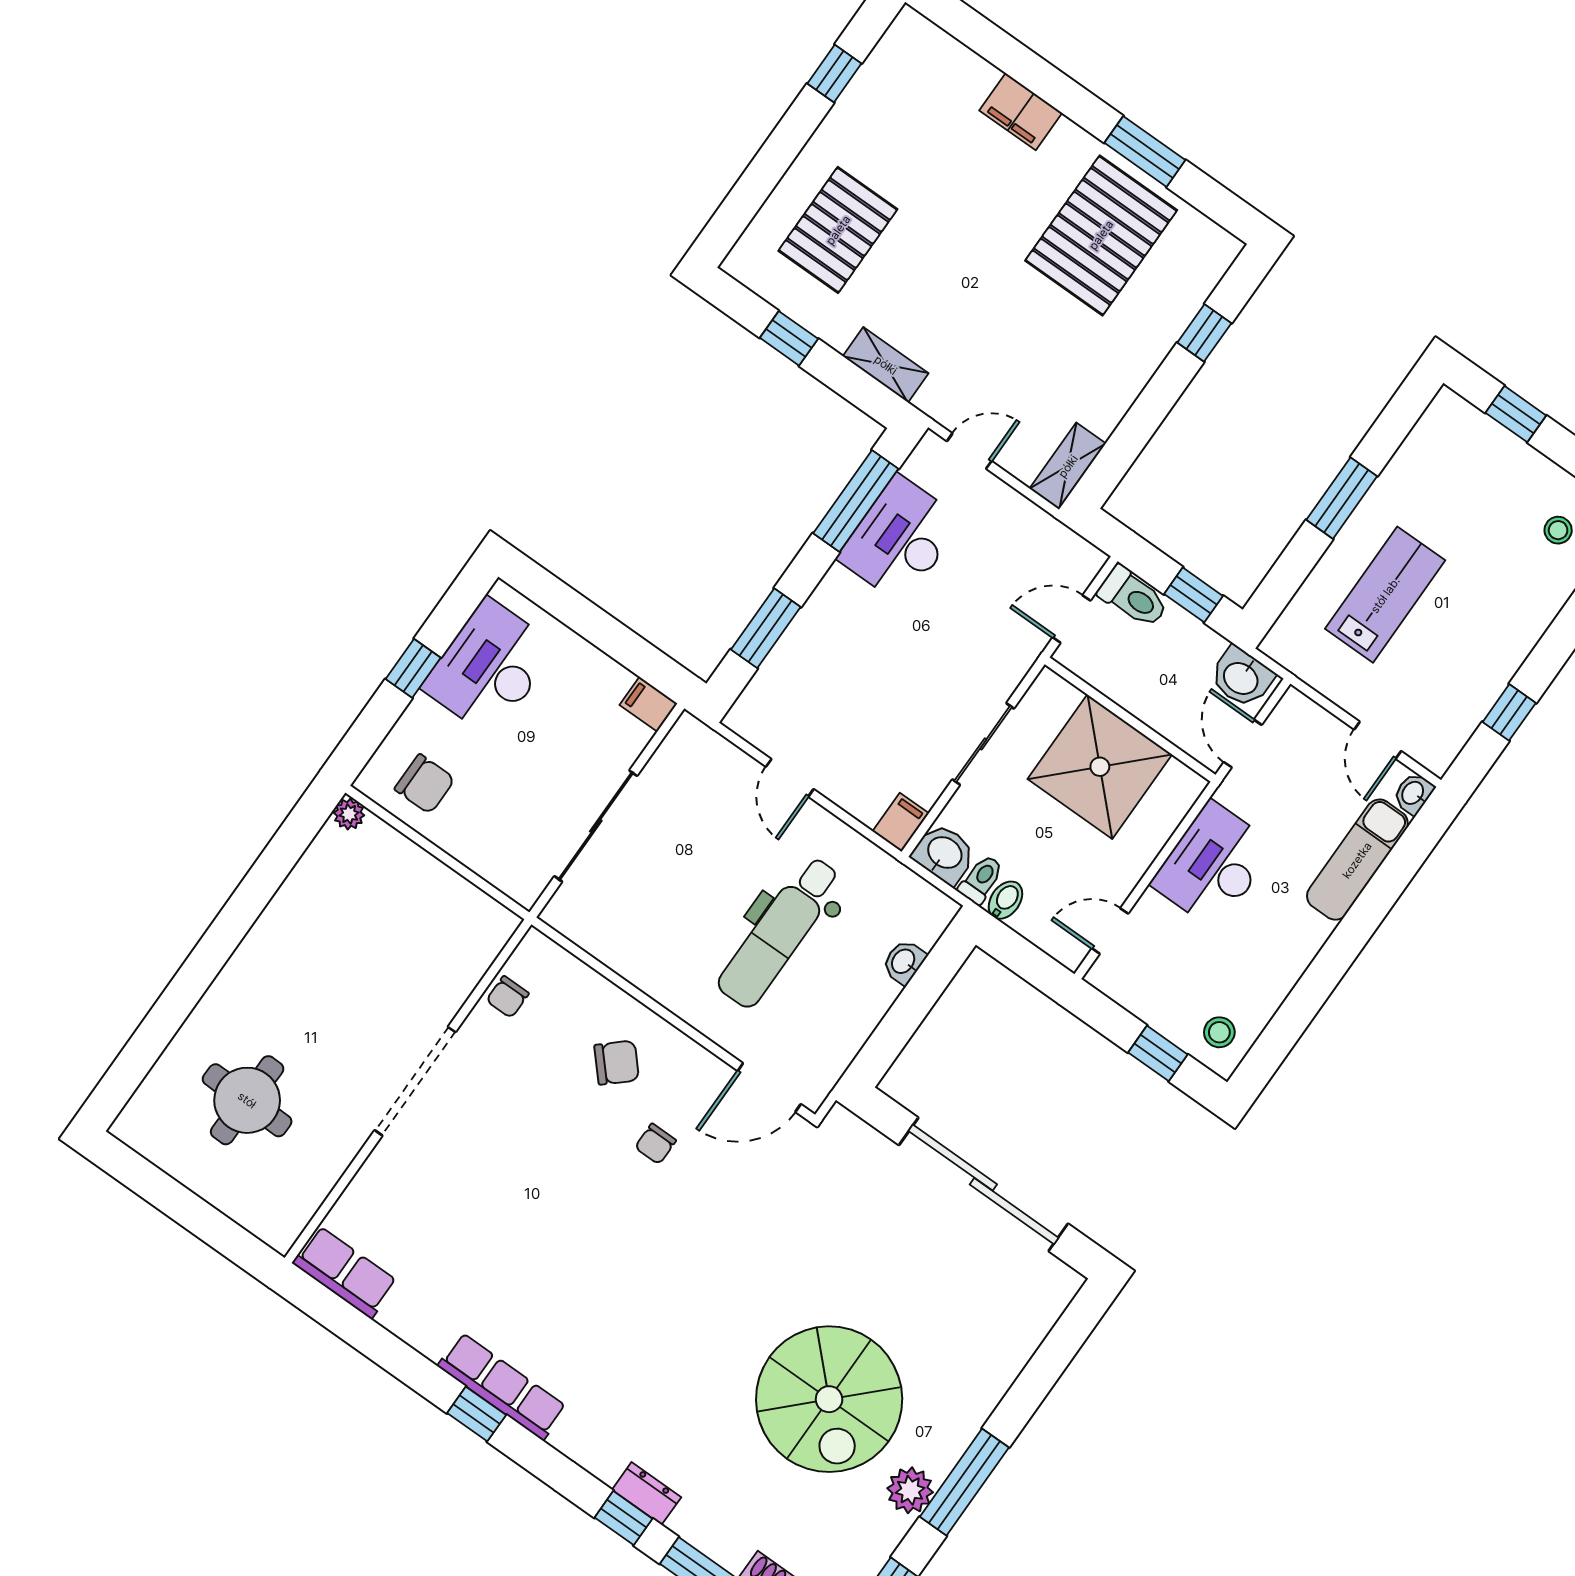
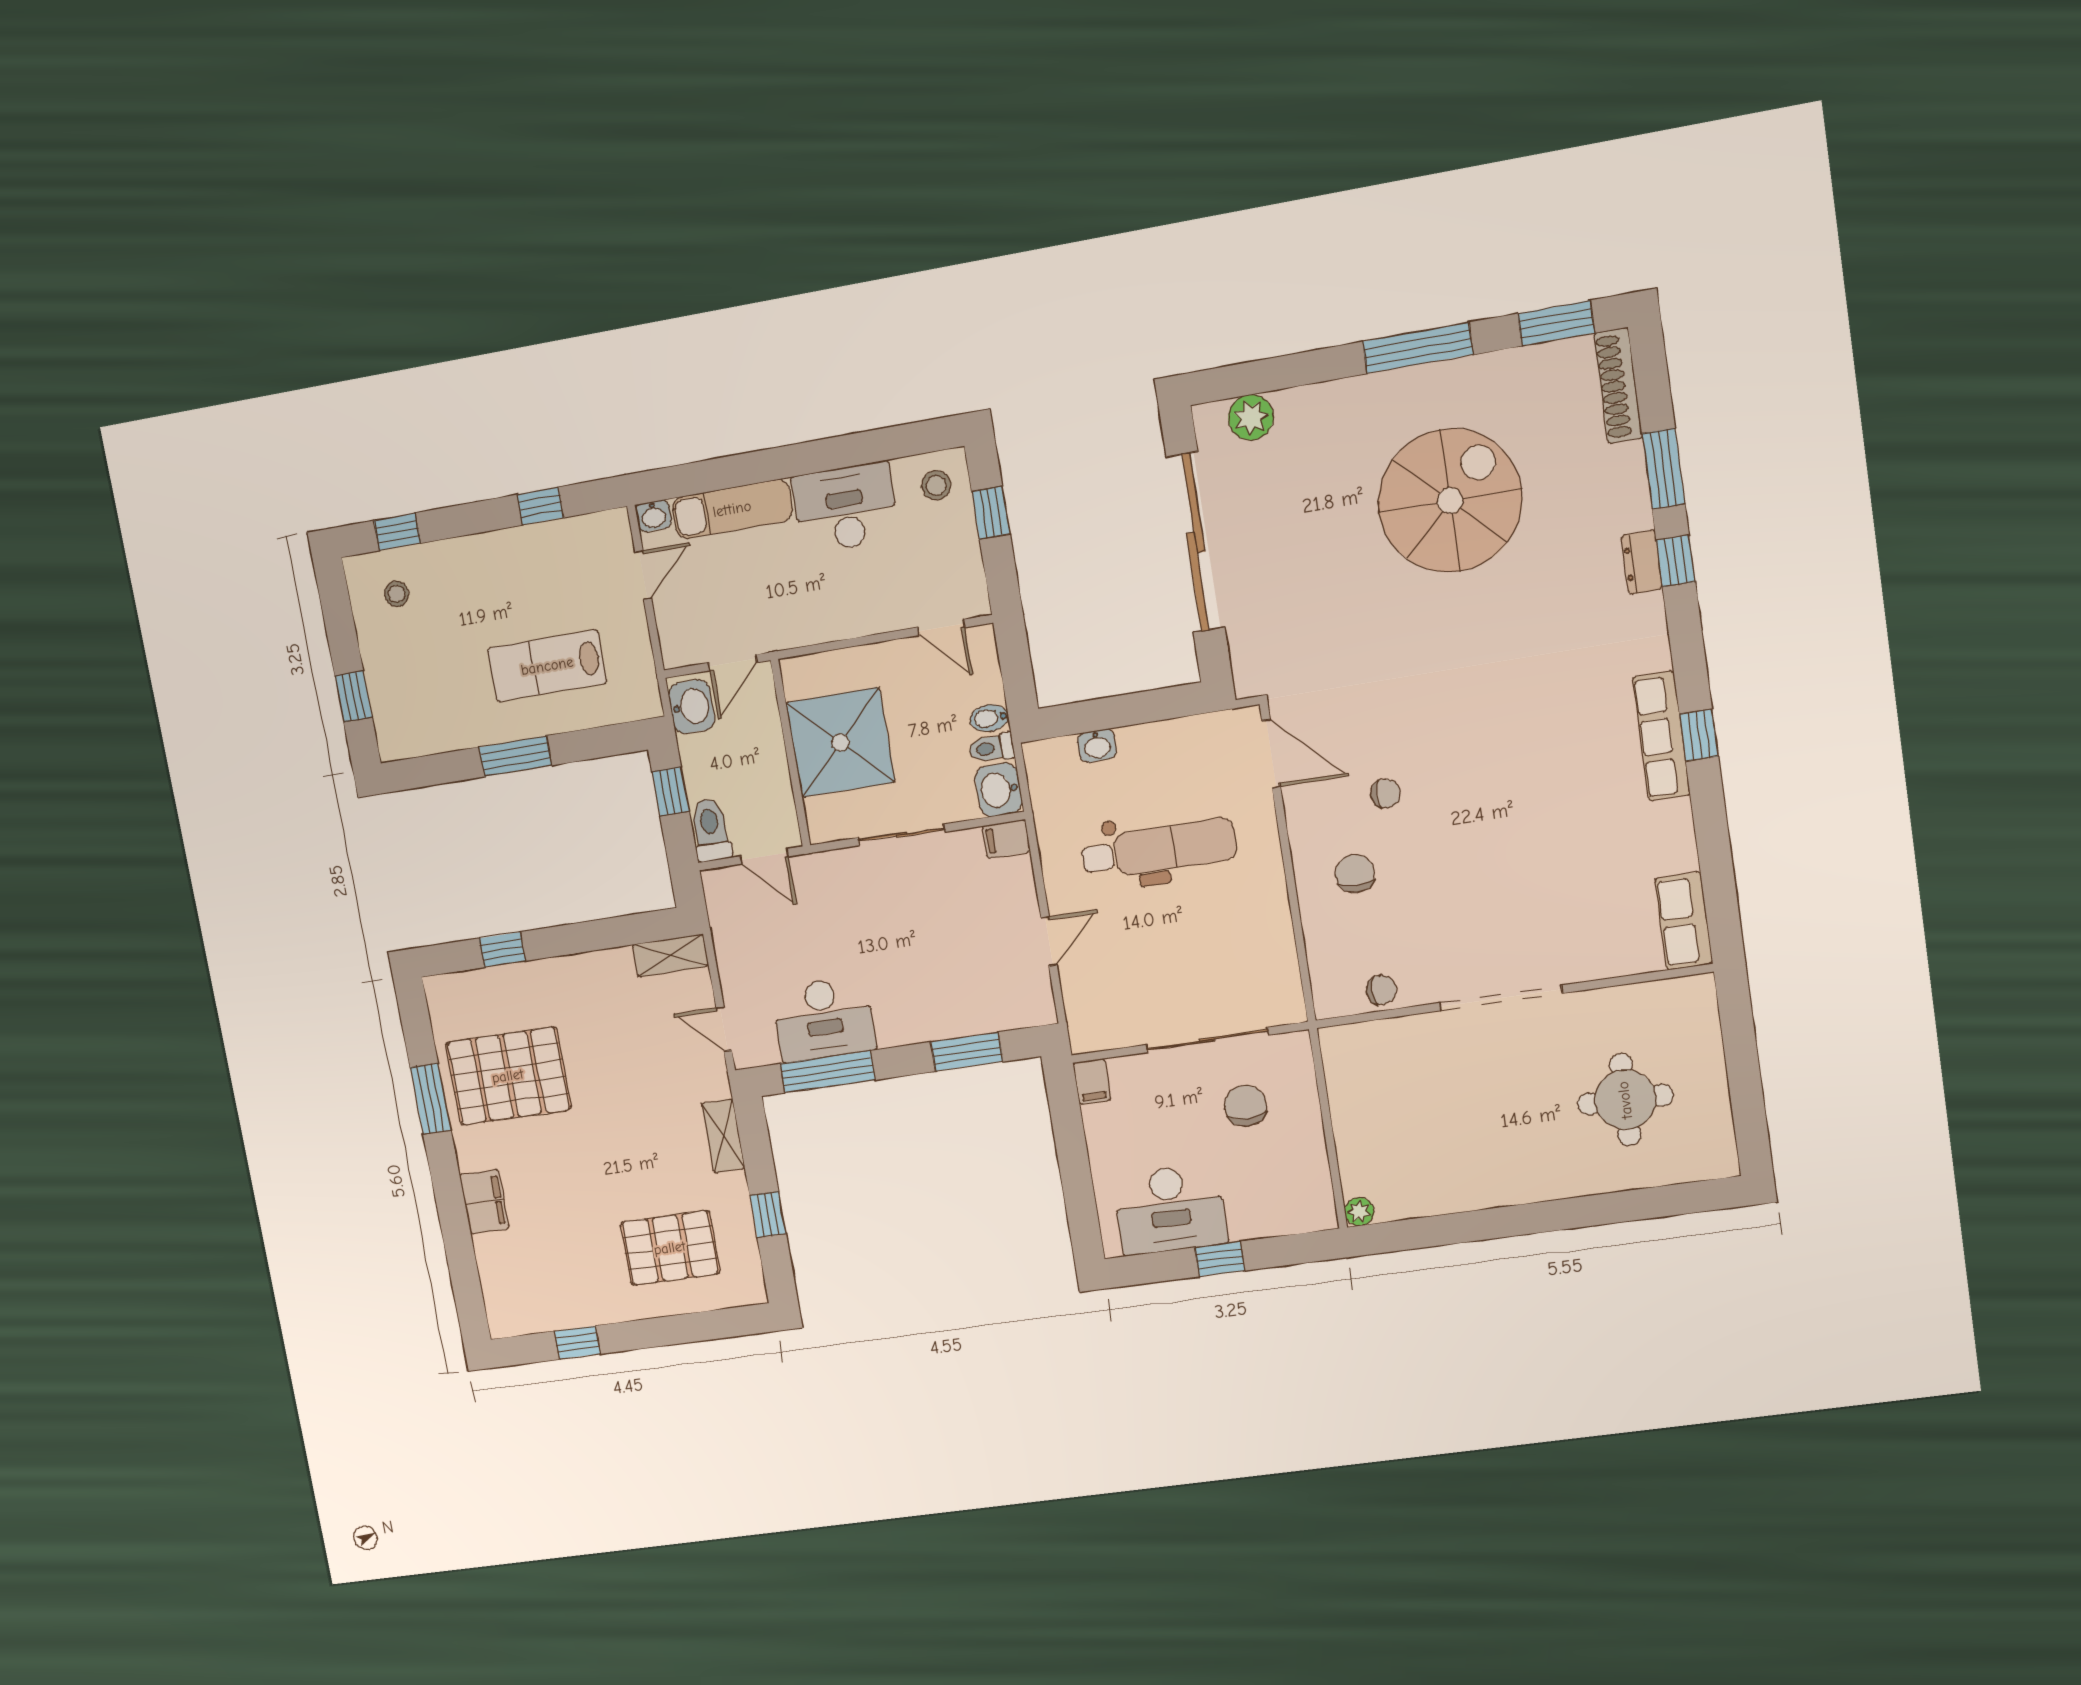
chair: (425, 784) -> (1245, 1106), moved
desk: (1213, 865) -> (846, 508), moved, turned 180
chair: (617, 1063) -> (1355, 874), turned 42
plant: (910, 1490) -> (1251, 417), moved

